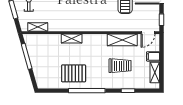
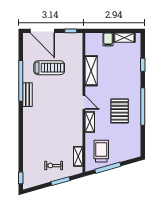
door: (148, 33) -> (84, 102), moved
trolley: (120, 66) -> (101, 151), moved
pallet: (74, 73) -> (120, 111), moved

